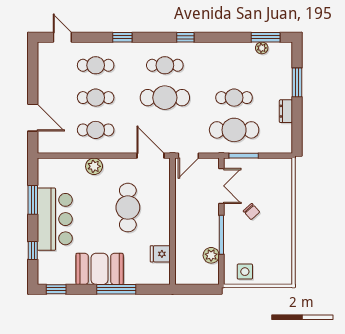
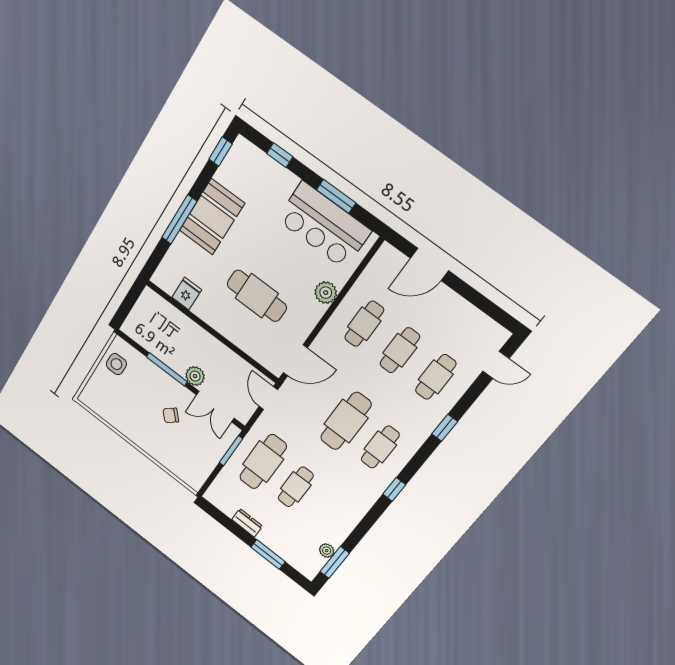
bar counter: (55, 219) -> (324, 225), moved
plant: (211, 255) -> (195, 376), moved

